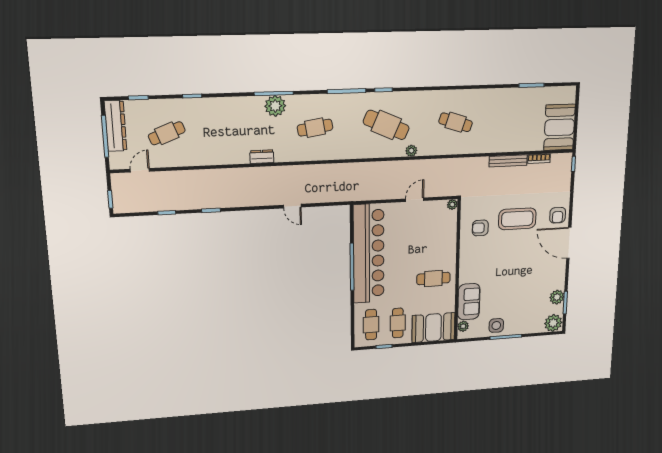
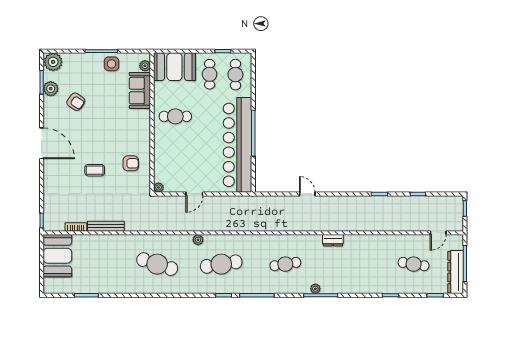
plant: (275, 106) -> (315, 289), width x0.53, depth x0.53
cafe table: (456, 122) -> (157, 264), width x1.37, depth x1.35
cafe table: (386, 125) -> (221, 264), turned -33
cafe table: (167, 133) -> (414, 264), turned 30
armchair: (558, 215) -> (76, 102), moved, turned 125
coffee table: (517, 219) -> (95, 170), width x0.54, depth x0.58

